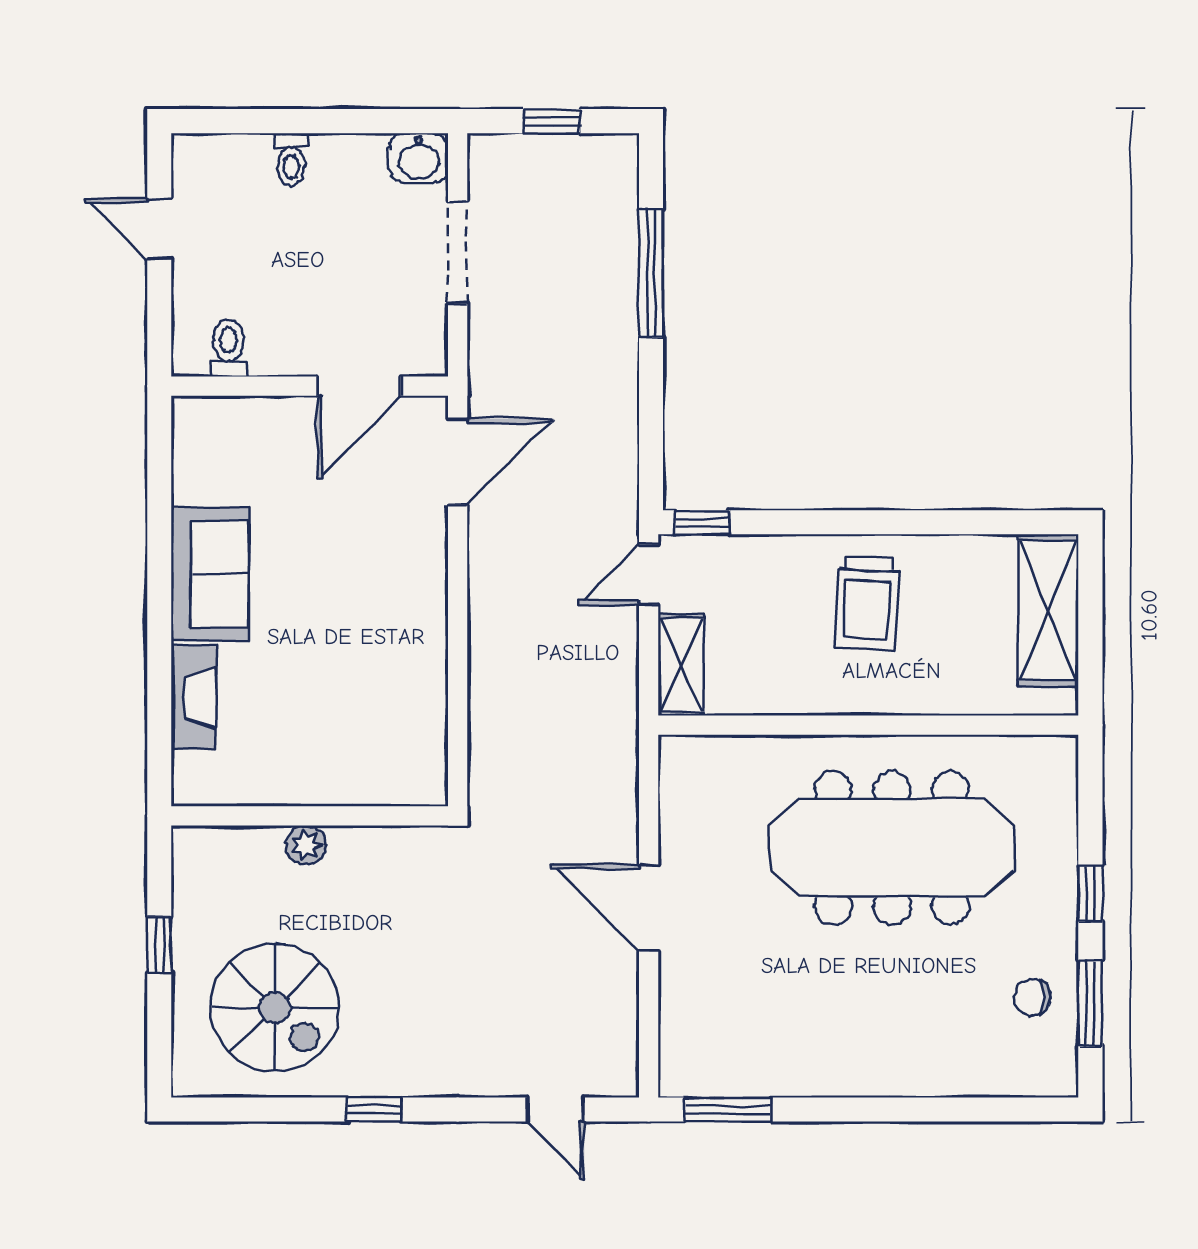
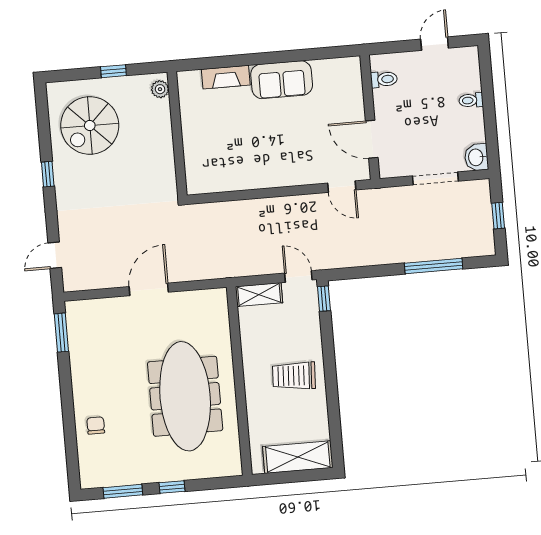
door: (458, 462) -> (342, 187), width x0.73
plant: (306, 845) -> (160, 89), moved
chair: (1032, 997) -> (96, 425), moved

